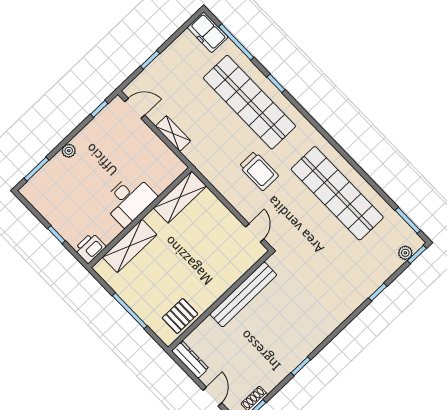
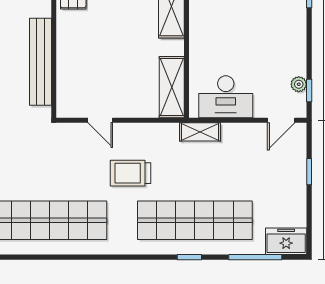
shelving: (173, 134) -> (200, 132), moved
plant: (69, 151) -> (299, 84), moved
desk: (129, 200) -> (226, 97), moved, turned -90
door: (255, 233) -> (100, 120), moved

